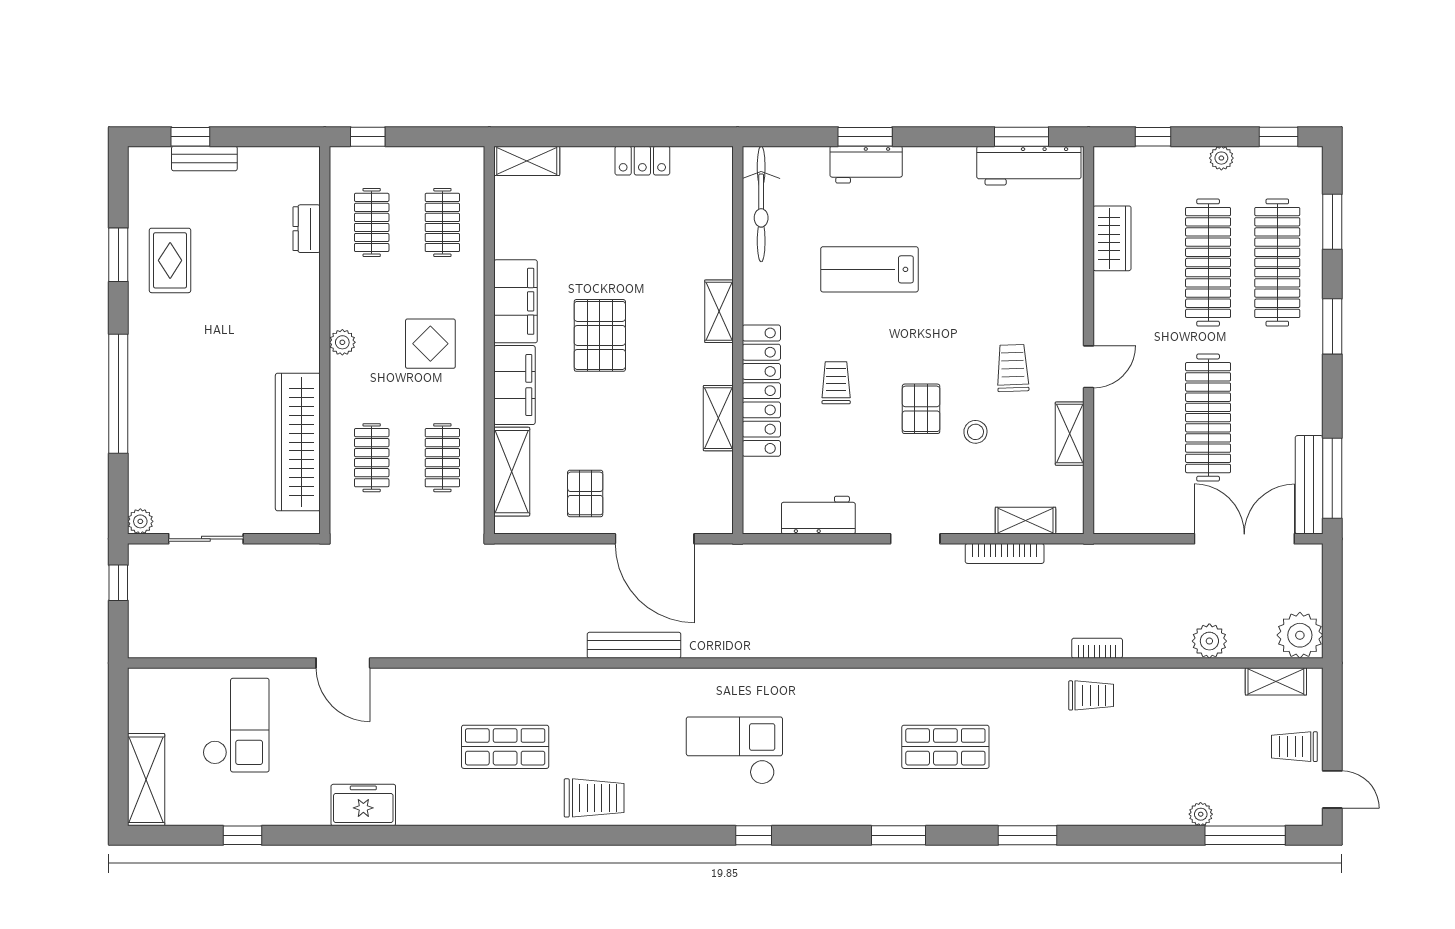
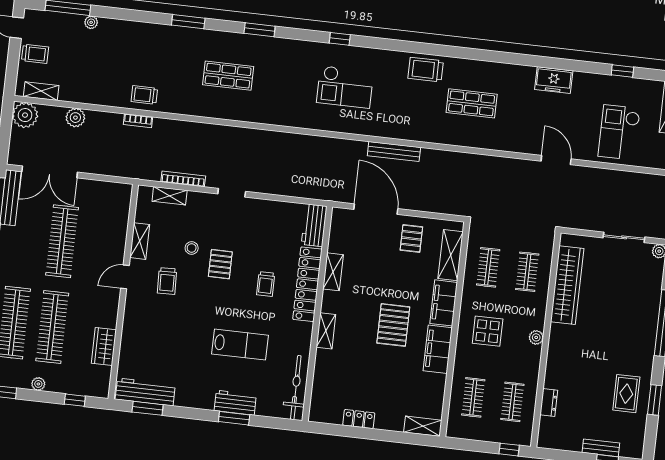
workbench: (818, 515) -> (314, 225), moved, turned 90

